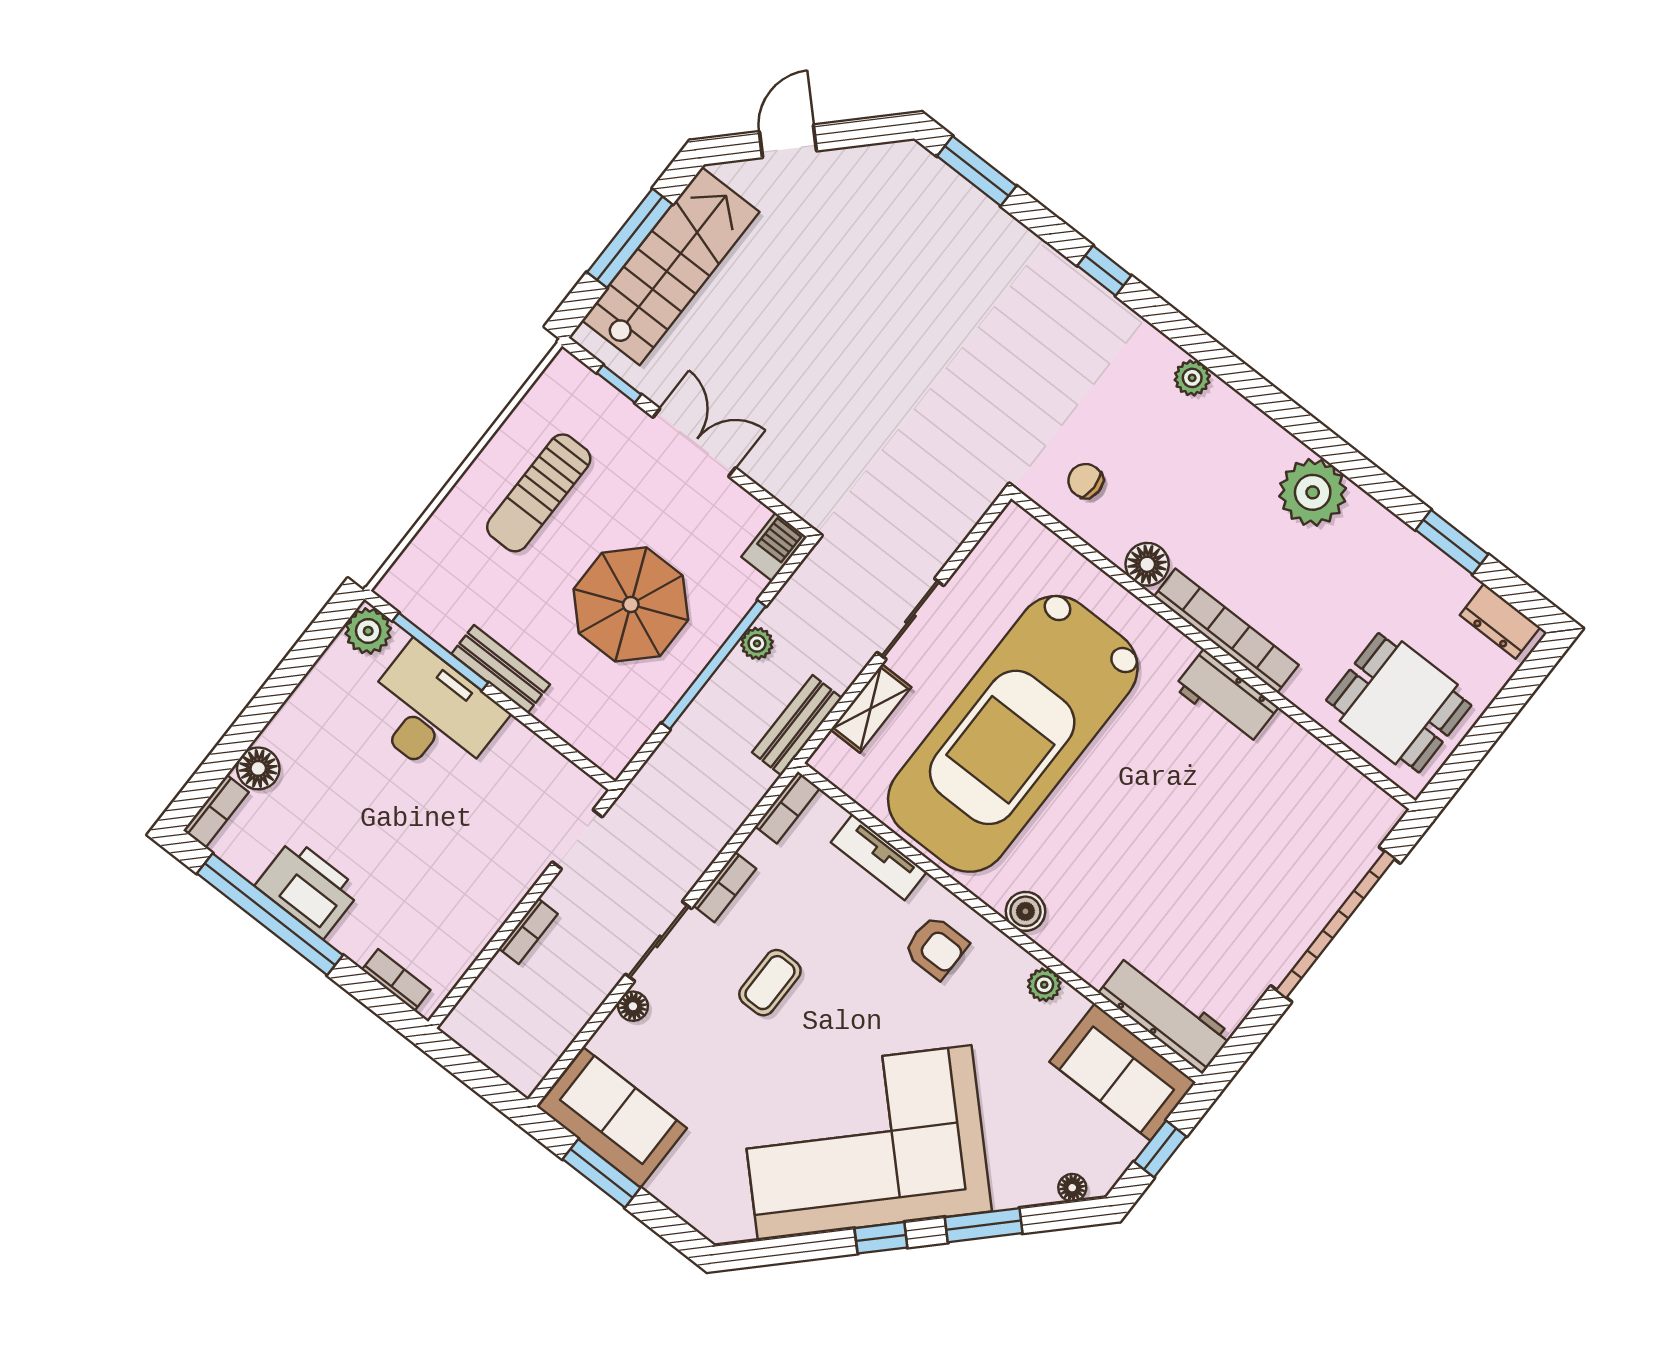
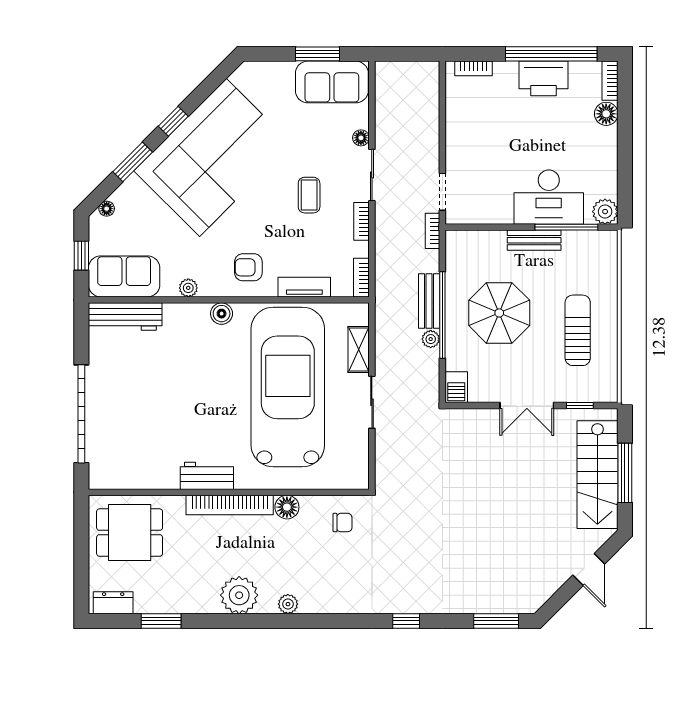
plant: (1192, 378) -> (288, 604), moved
bench: (797, 725) -> (429, 301), moved
bookcase: (528, 931) -> (432, 231), moved

